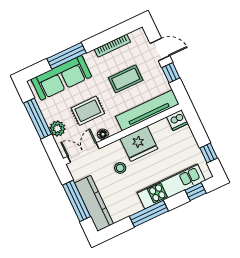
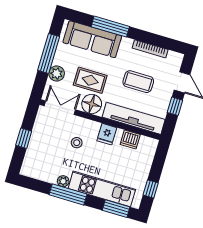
dishwasher: (177, 120) -> (130, 139), moved
floor lamp: (103, 134) -> (92, 104), width x1.89, depth x1.89
fridge: (139, 144) -> (107, 134), width x0.53, depth x0.75
window: (196, 192) -> (116, 209), width x1.50
window: (76, 201) -> (24, 138), width x0.46
kitchen counter: (94, 203) -> (35, 151), removed
plant: (136, 207) -> (63, 181), added

